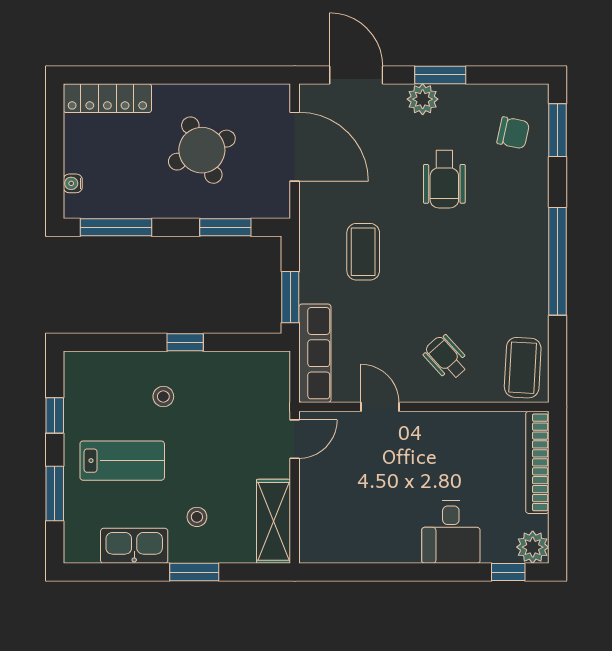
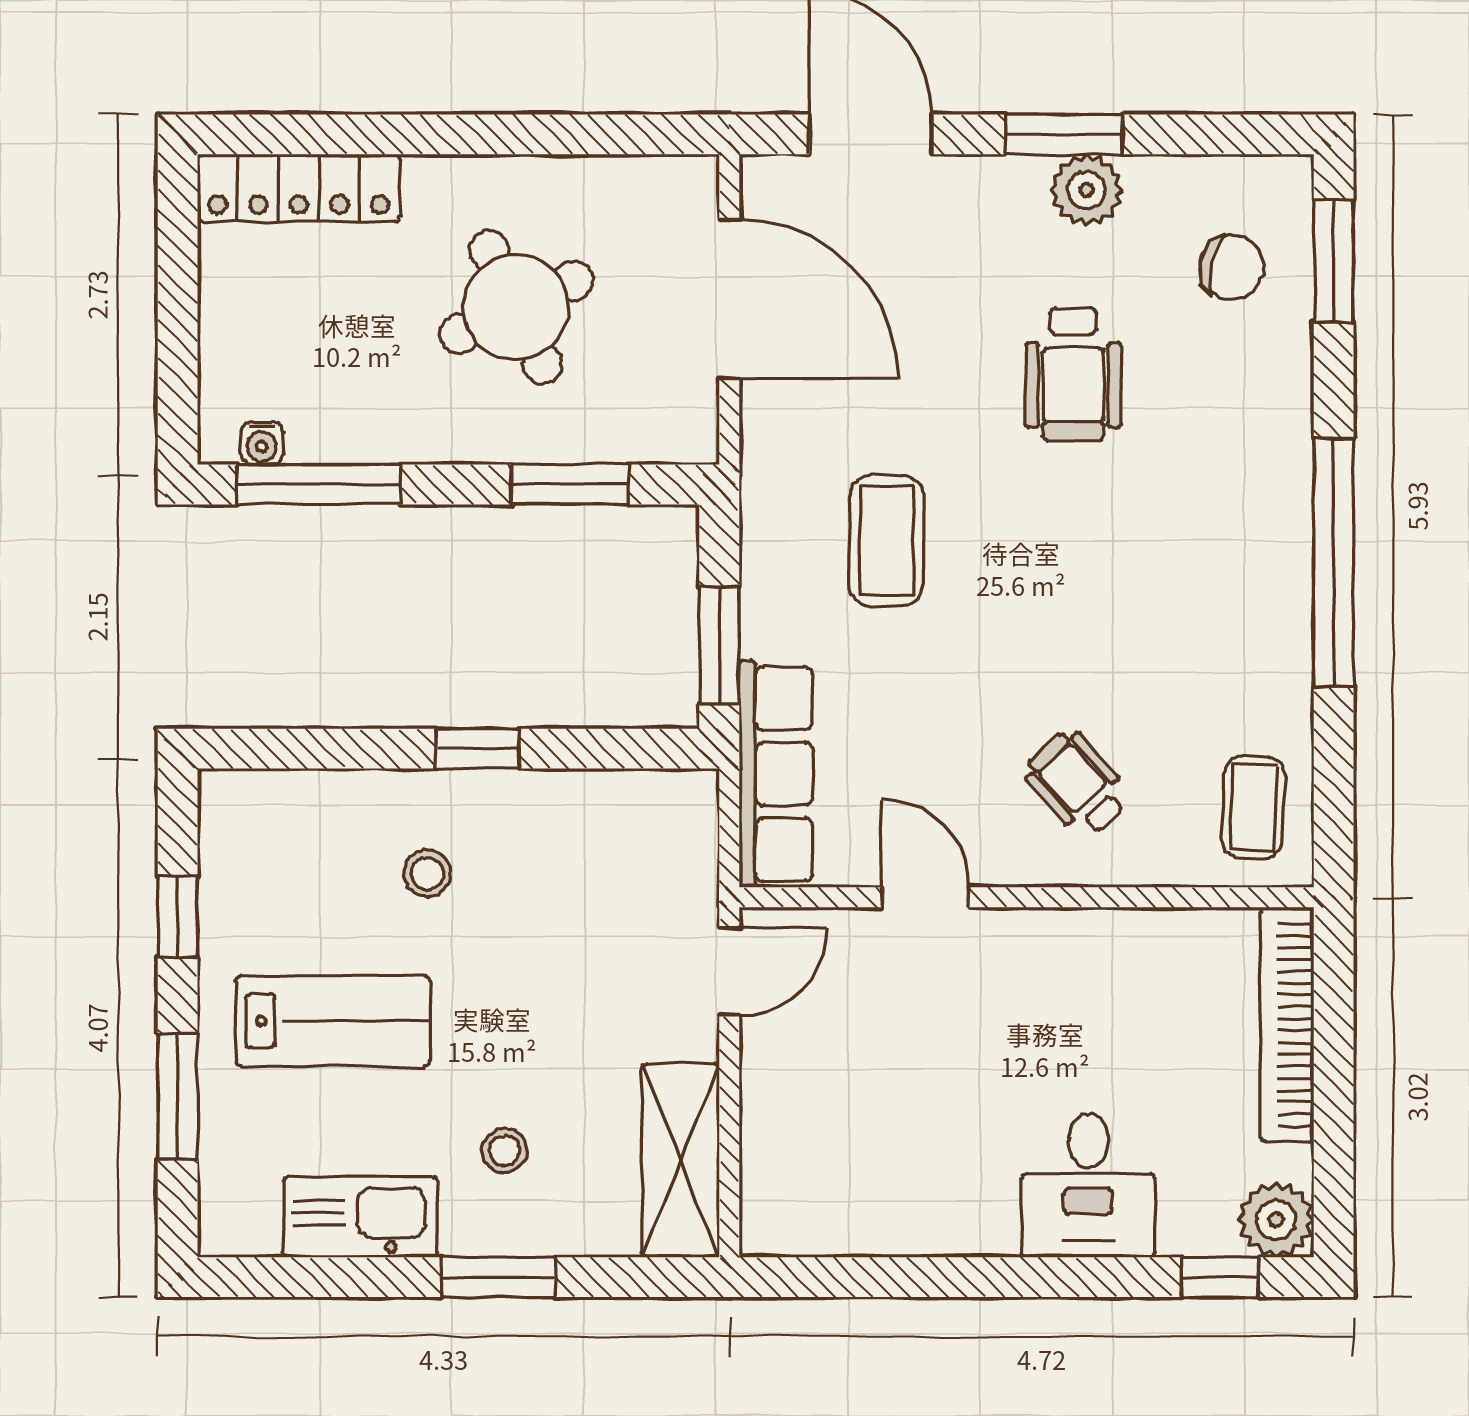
plant: (423, 99) -> (1087, 190), moved
water cooler: (73, 183) -> (262, 443), moved, turned -90
coffee table: (523, 368) -> (1253, 807), width x0.73, depth x0.77

